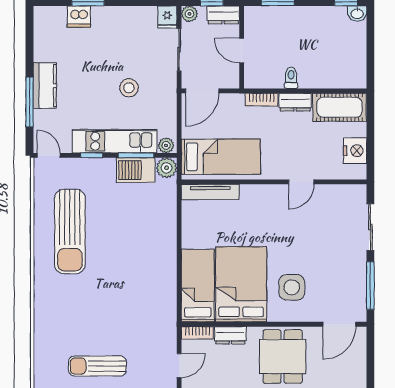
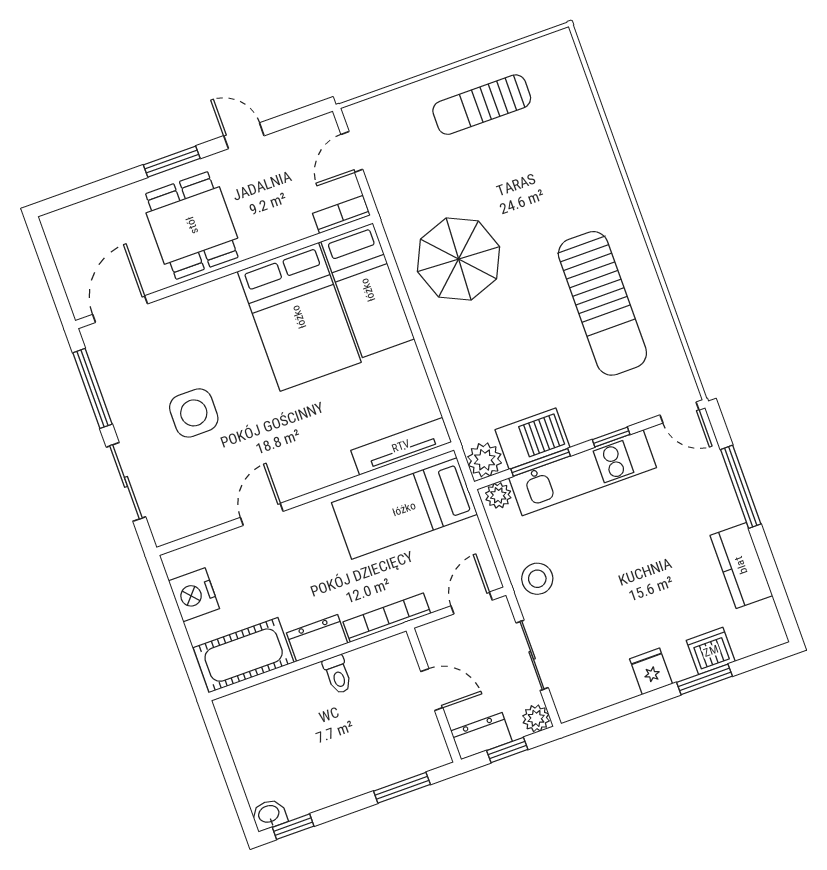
fridge: (167, 17) -> (651, 671), moved
kitchen counter: (45, 86) -> (741, 565), moved
stool: (129, 88) -> (537, 579), moved
door: (202, 91) -> (472, 603), width x0.73
bookcase: (261, 100) -> (387, 618), width x1.56
sun lounger: (70, 231) -> (602, 303), turned 180
parasol: (141, 285) -> (459, 259), added
side table: (292, 287) -> (194, 413), moved
dresser: (230, 335) -> (287, 229), removed
sun lounger: (97, 366) -> (482, 105), turned 180

